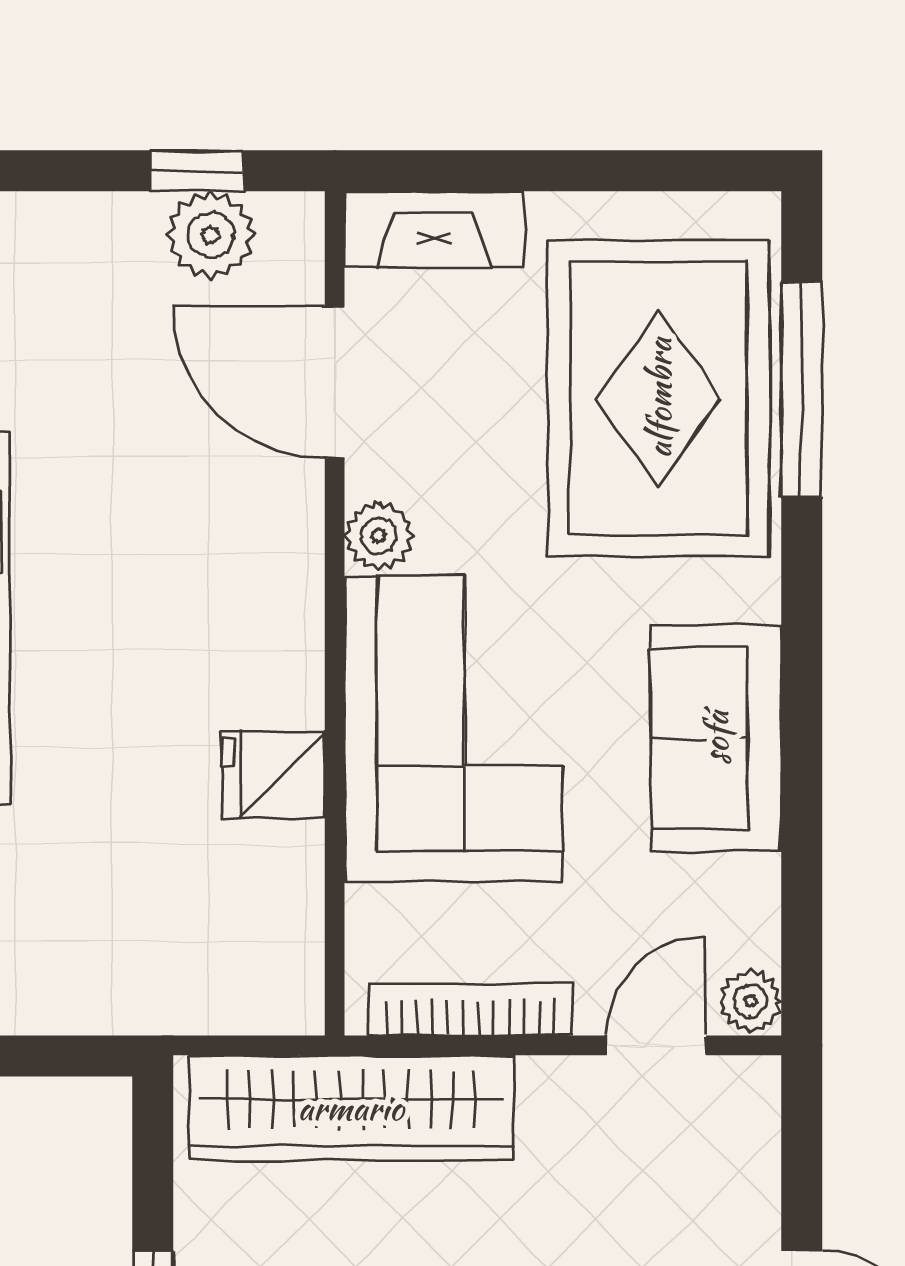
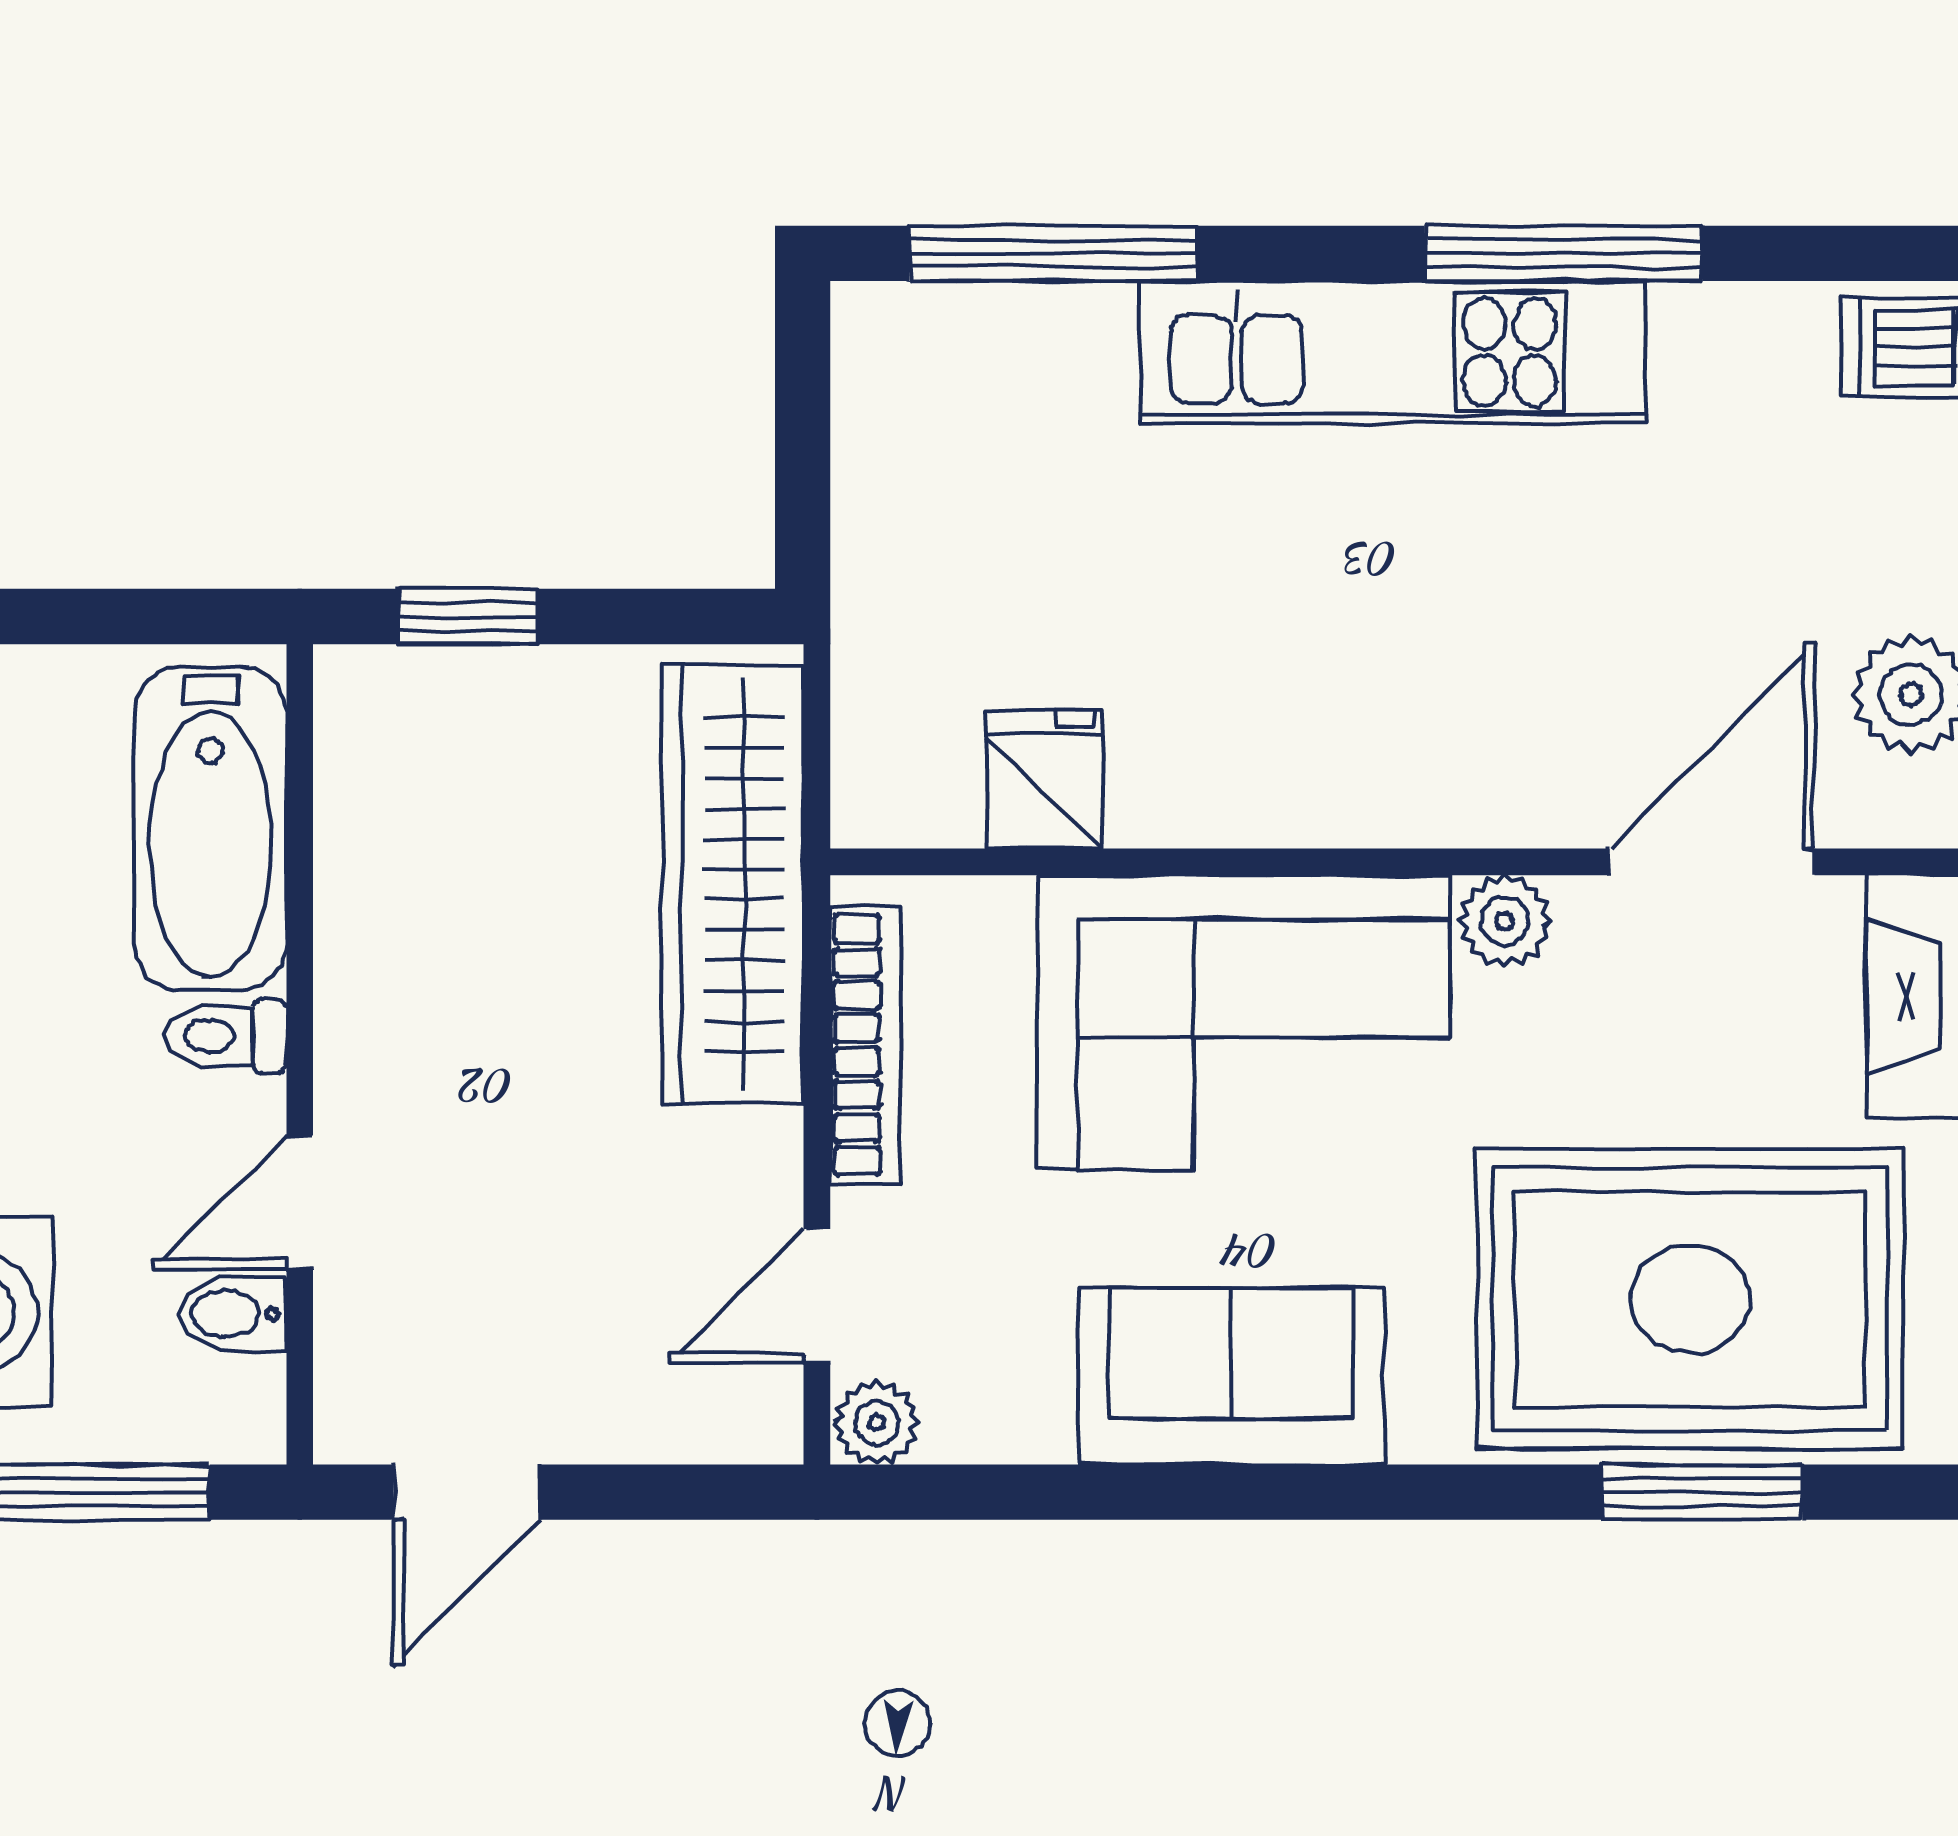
window: (802, 390) -> (1702, 1492), width x0.69
fridge: (274, 775) -> (1044, 779), moved
door: (656, 1045) -> (817, 1296), swing flipped

